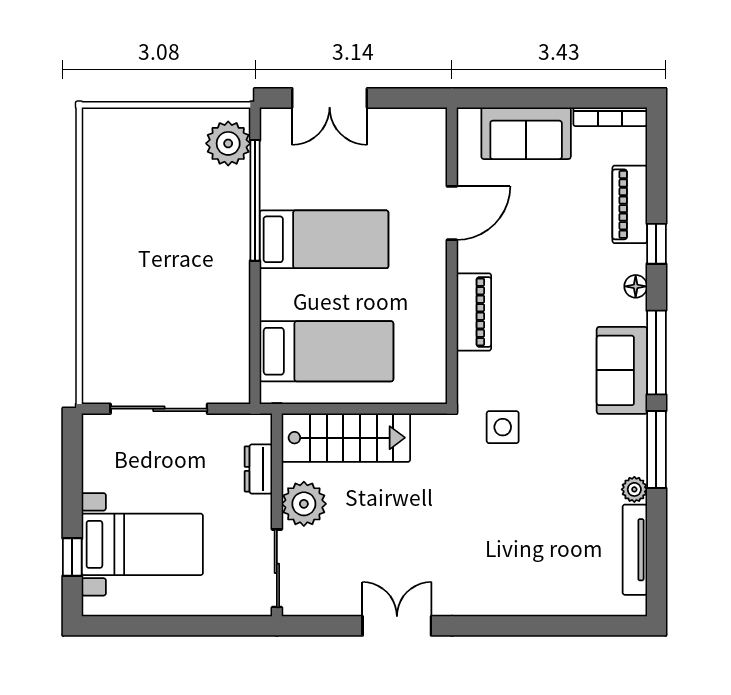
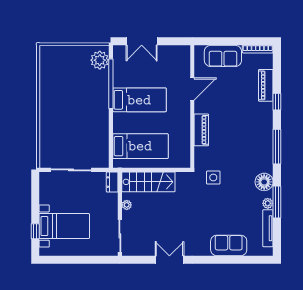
floor lamp: (636, 286) -> (264, 182), moved, width x1.89, depth x1.89
sofa: (622, 370) -> (229, 245), moved, turned 90
window: (656, 450) -> (277, 202), moved
dresser: (258, 469) -> (112, 182), moved
plant: (304, 504) -> (127, 205), width x0.53, depth x0.53

